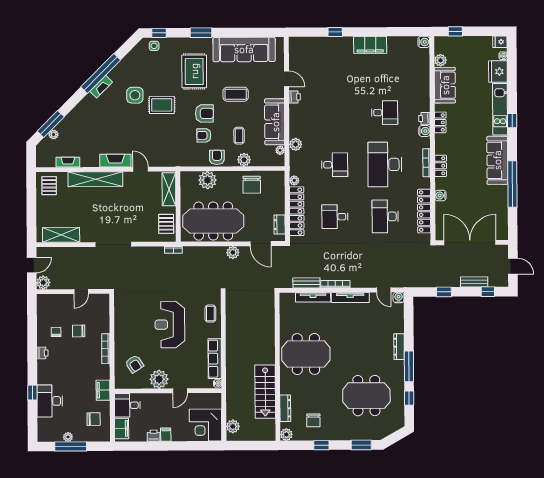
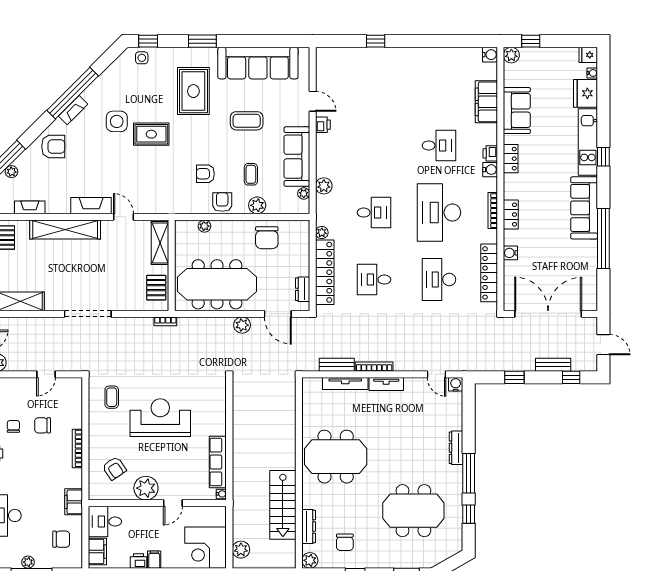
filing cabinet: (370, 45) -> (486, 102), moved, turned 90
plant: (440, 60) -> (511, 55), moved
armchair: (204, 113) -> (53, 146), moved
plant: (207, 180) -> (204, 226), width x0.53, depth x0.53
tv unit: (350, 298) -> (386, 384), width x0.71
coffee table: (210, 314) -> (112, 397), moved
reception desk: (170, 325) -> (160, 418), turned 90

